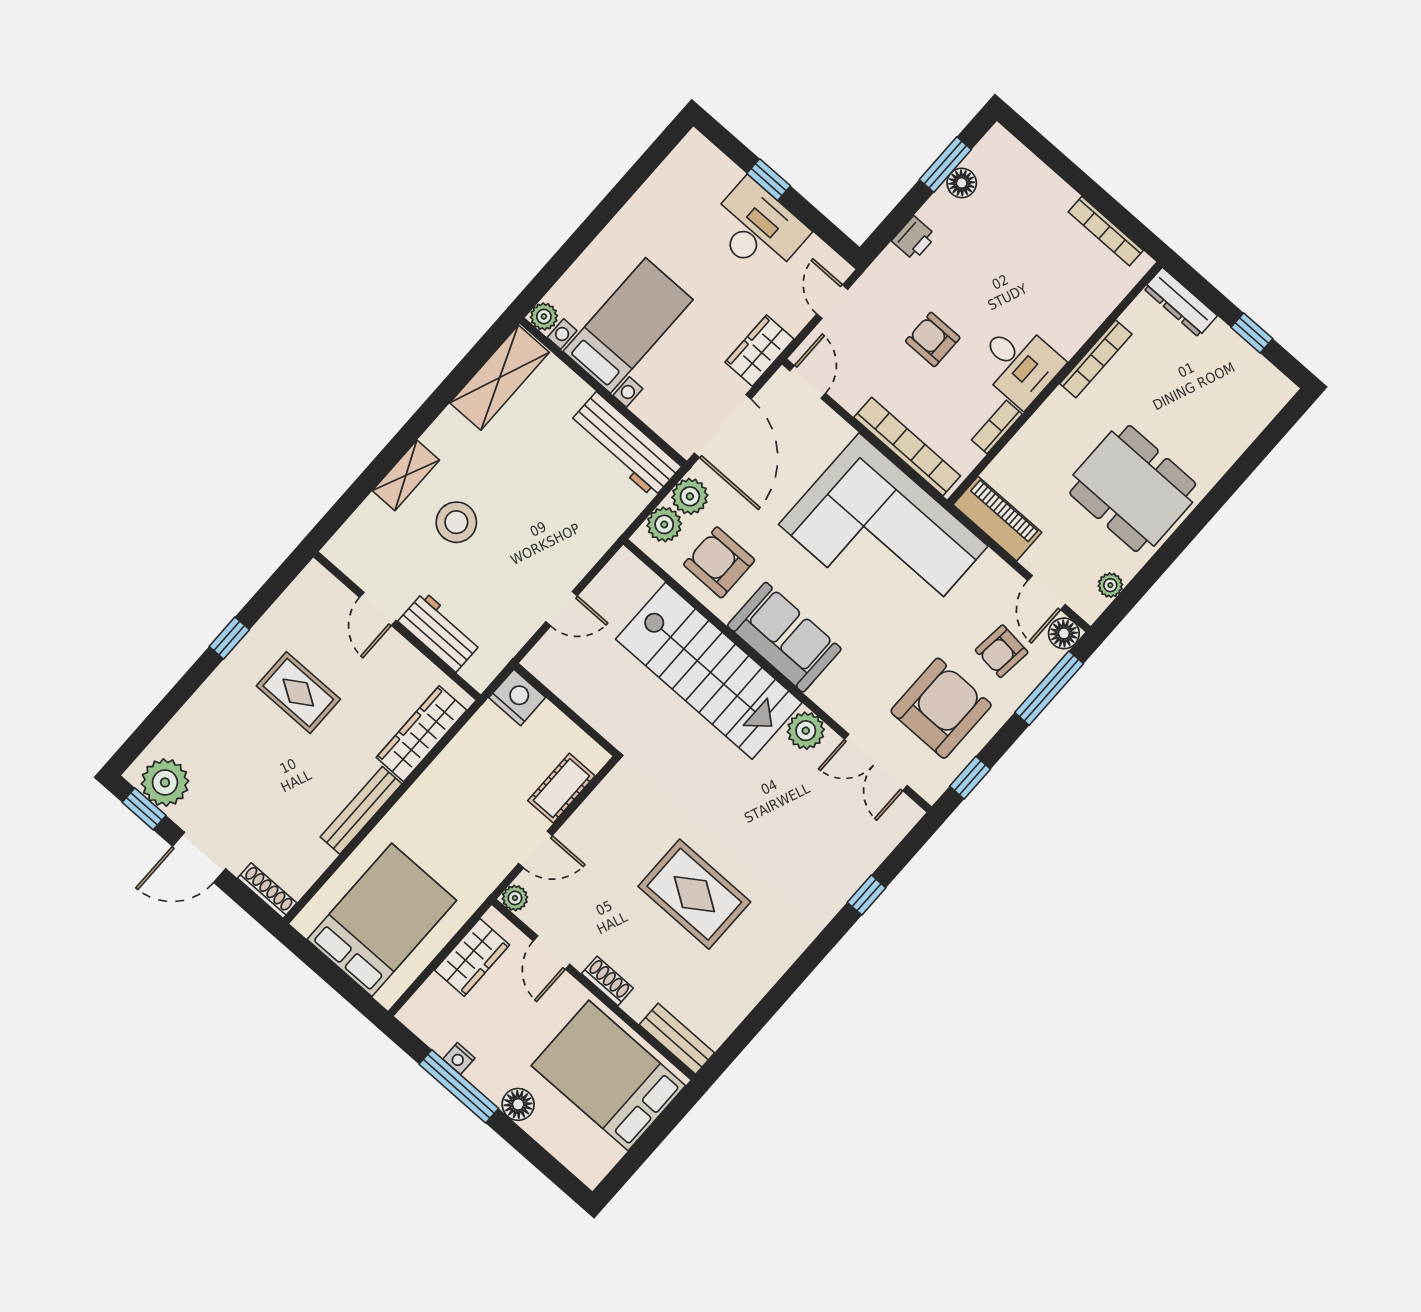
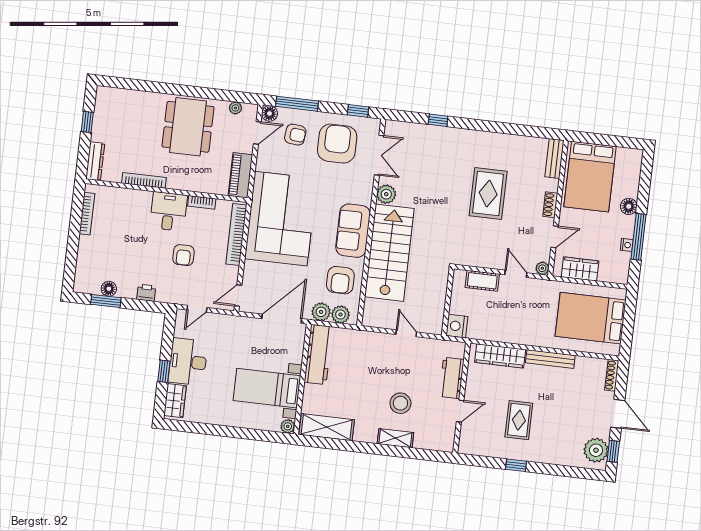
wardrobe: (759, 351) -> (175, 401), moved, turned -90
armchair: (941, 708) -> (337, 144), turned 90

